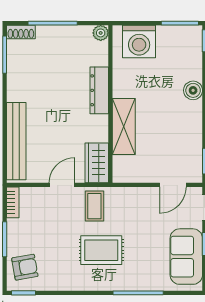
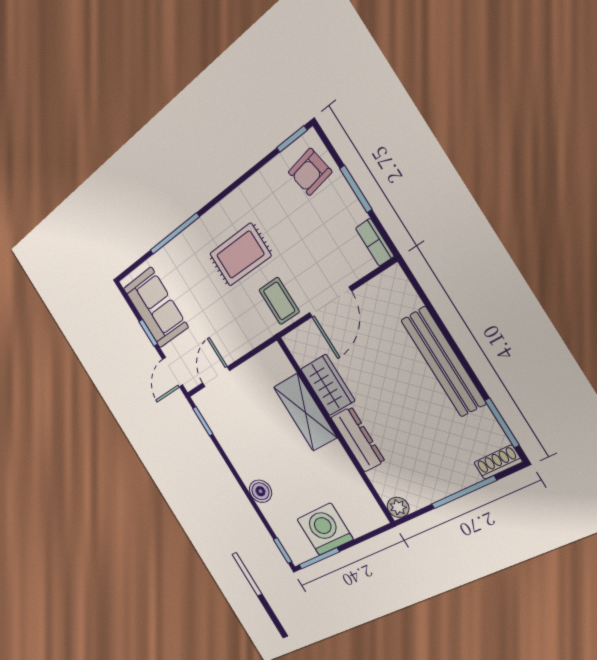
washing machine: (139, 41) -> (325, 529), moved
bench: (16, 141) -> (443, 362), moved
wardrobe: (97, 163) -> (328, 385), moved
door: (62, 185) -> (330, 302), width x1.38

